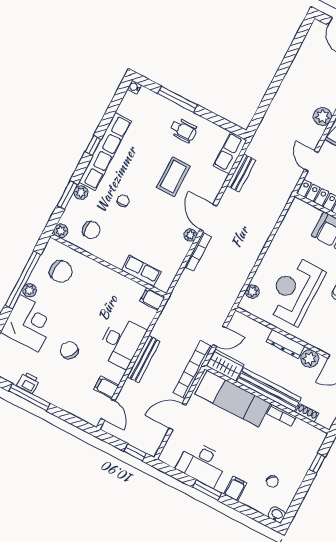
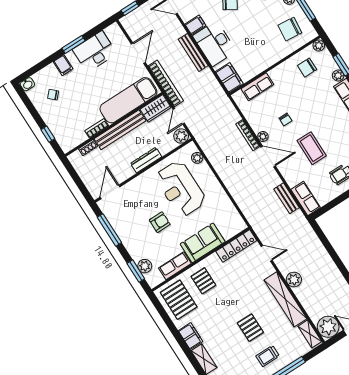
chair: (123, 201) -> (285, 119), moved
reception desk: (295, 291) -> (181, 189), turned 180
filing cabinet: (152, 299) -> (229, 78), width x2.00
plant: (310, 359) -> (181, 136), moved
filing cabinet: (106, 387) -> (195, 25), moved

